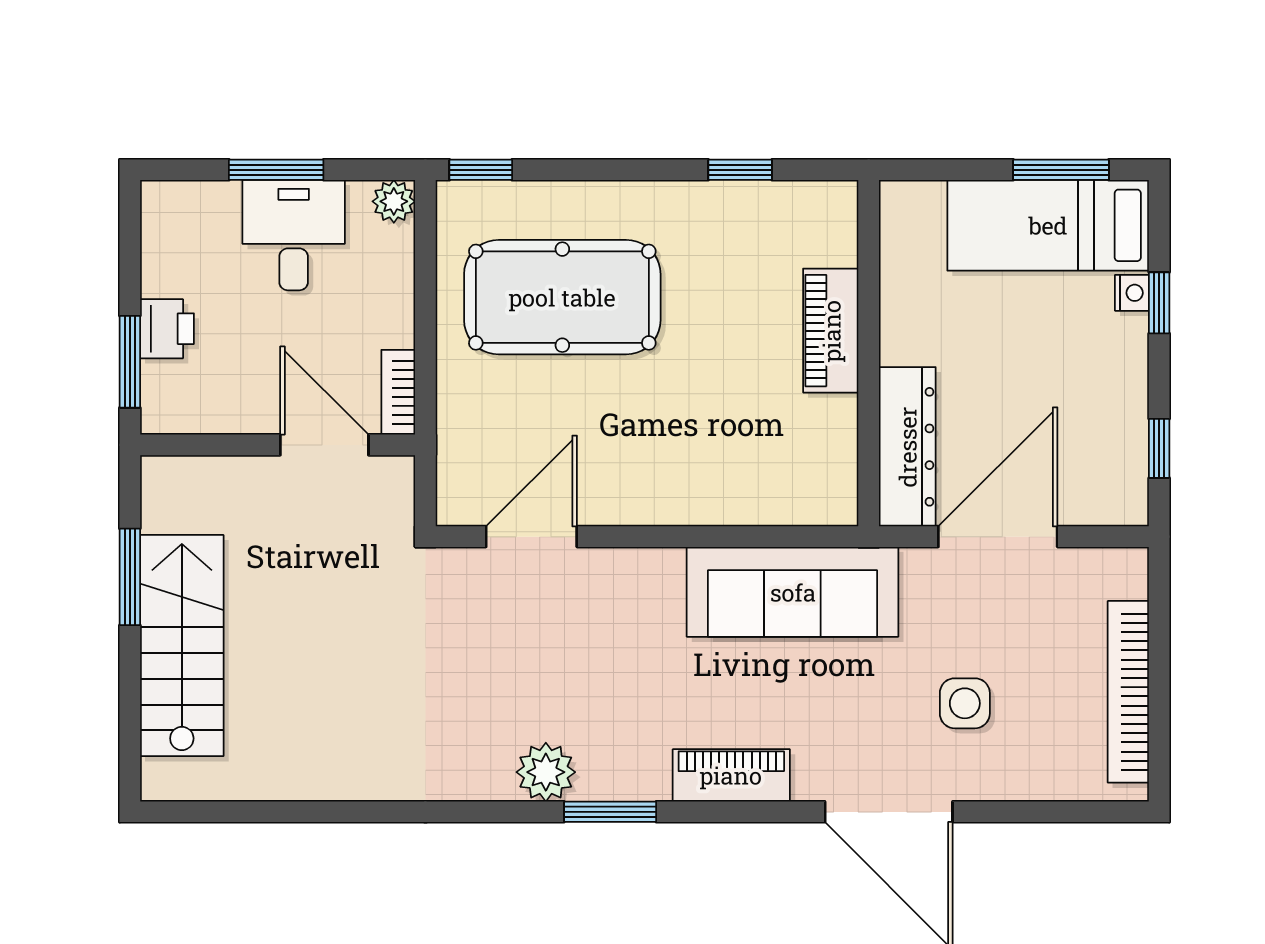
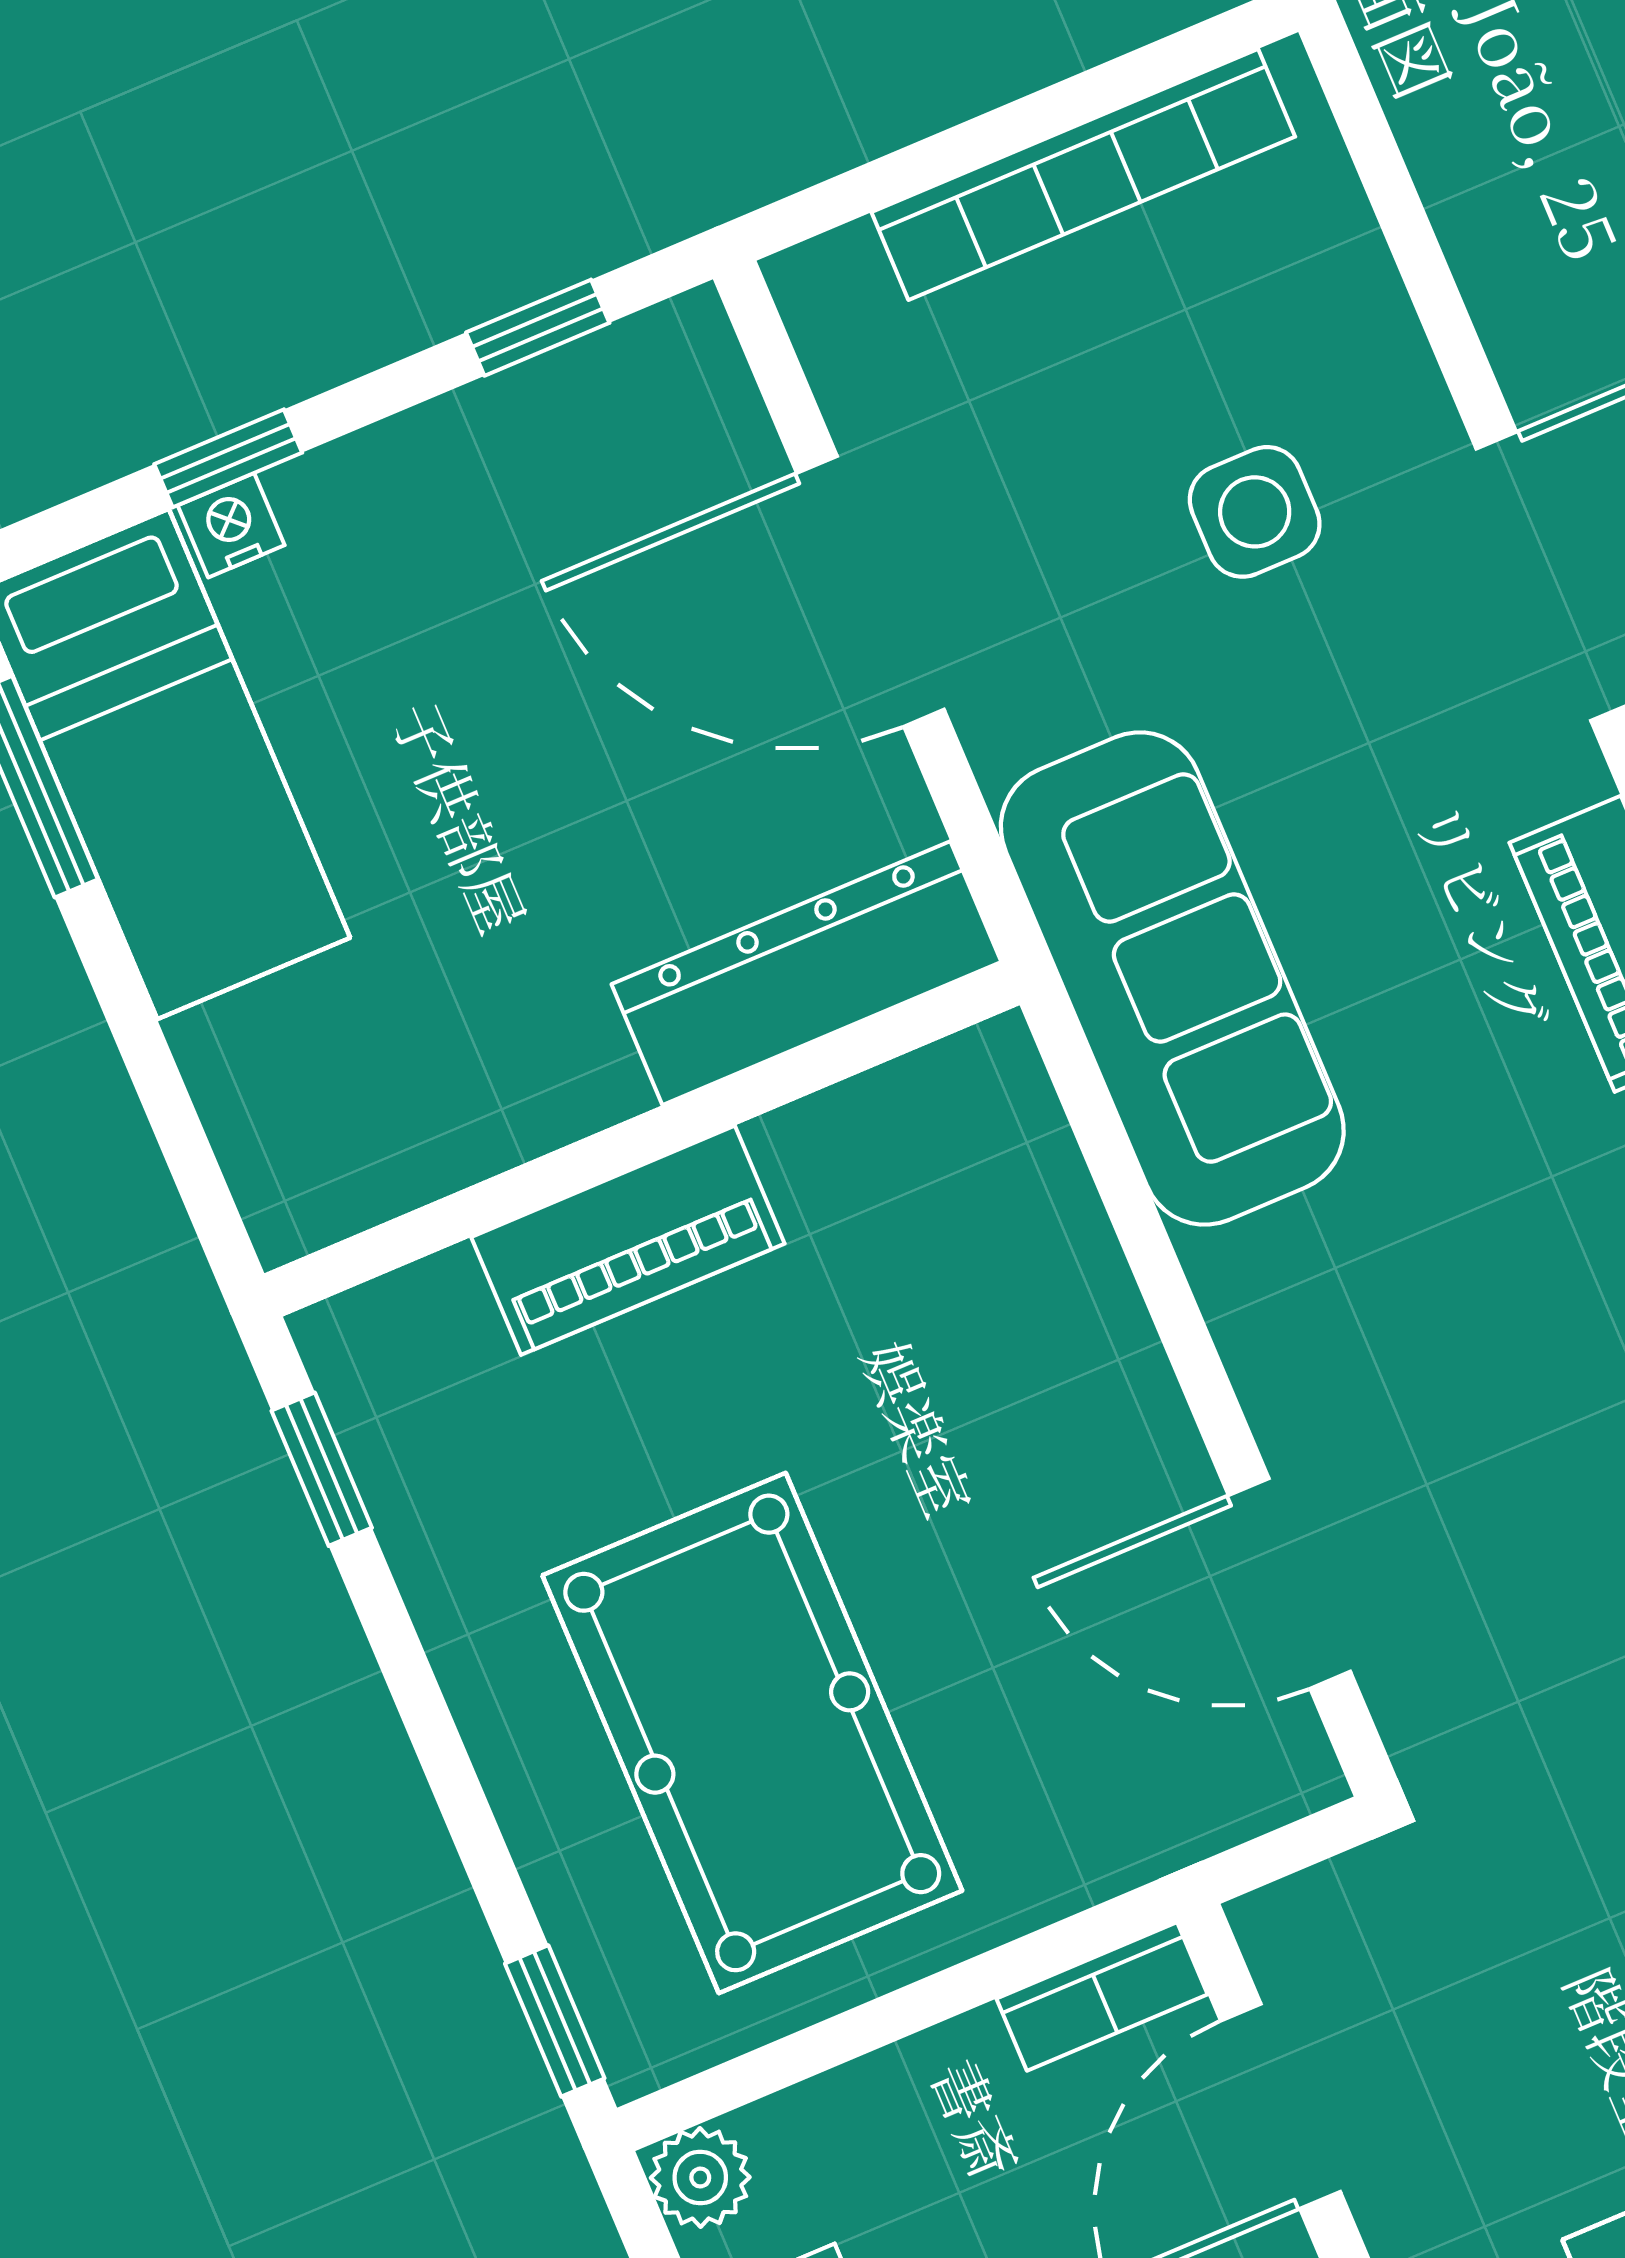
piano: (831, 331) -> (628, 1240), moved
wall: (869, 353) -> (642, 1139), moved
dresser: (907, 447) -> (806, 973), moved

